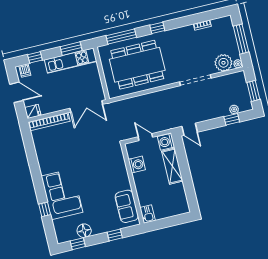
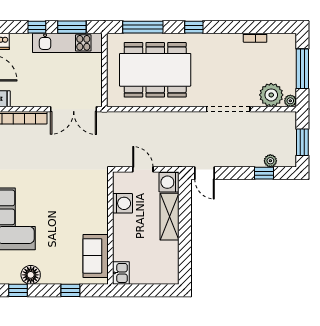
window: (35, 57) -> (37, 27), moved

